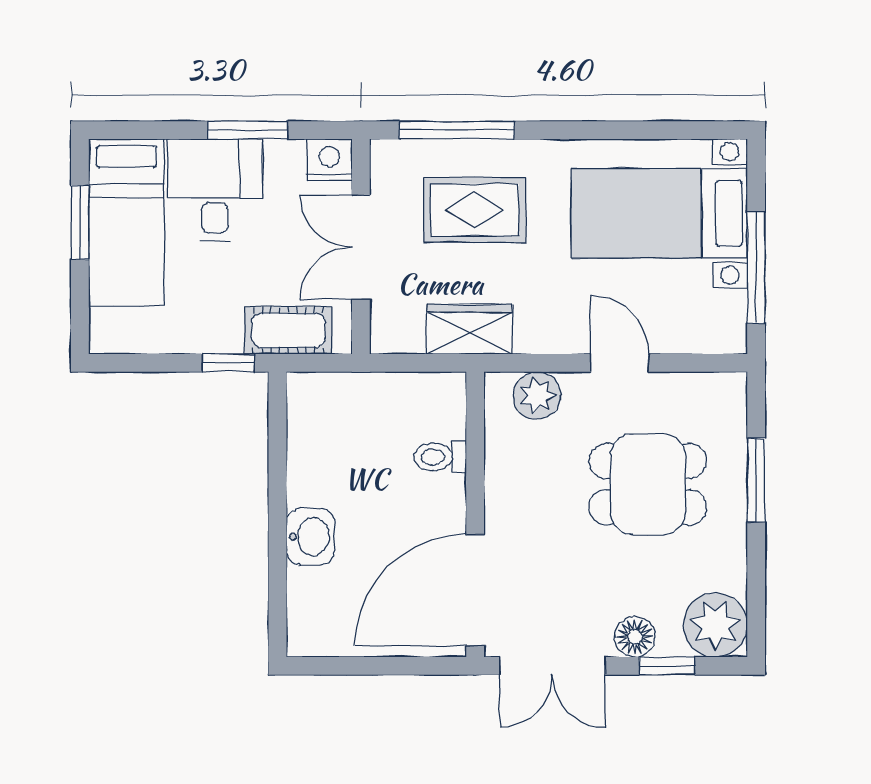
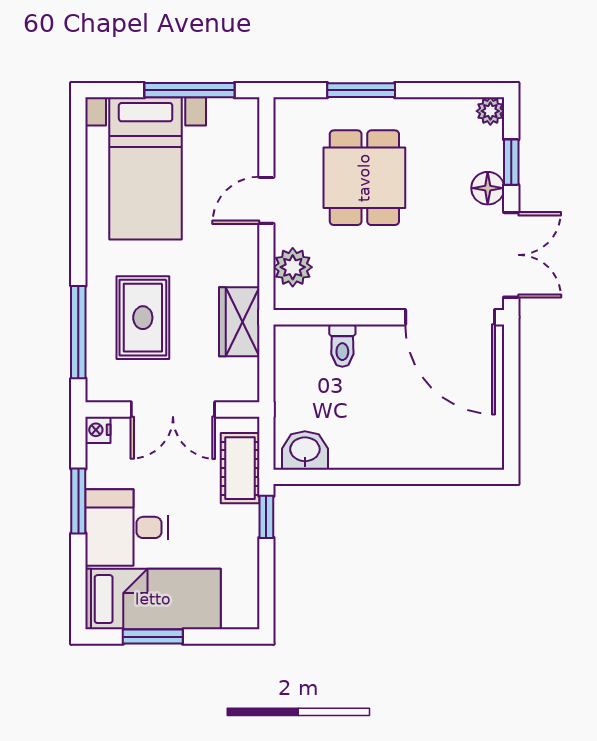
nightstand: (329, 160) -> (98, 430), width x0.72, depth x0.74
washbasin: (310, 537) -> (305, 450), moved
plant: (715, 625) -> (490, 111), width x0.53, depth x0.53

